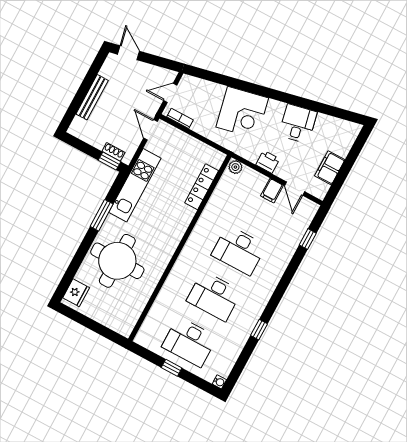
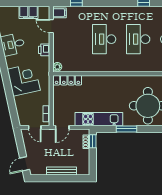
locker: (202, 187) -> (67, 80), moved
door: (295, 189) -> (51, 26), swing flipped
filing cabinet: (272, 191) -> (60, 13), moved
desk: (239, 250) -> (104, 39), turned 180
desk: (214, 296) -> (138, 39), turned 180

